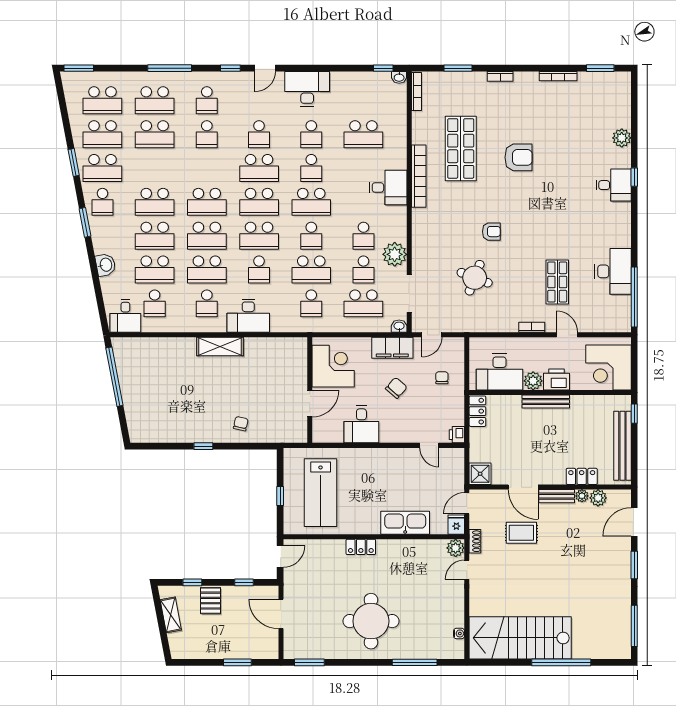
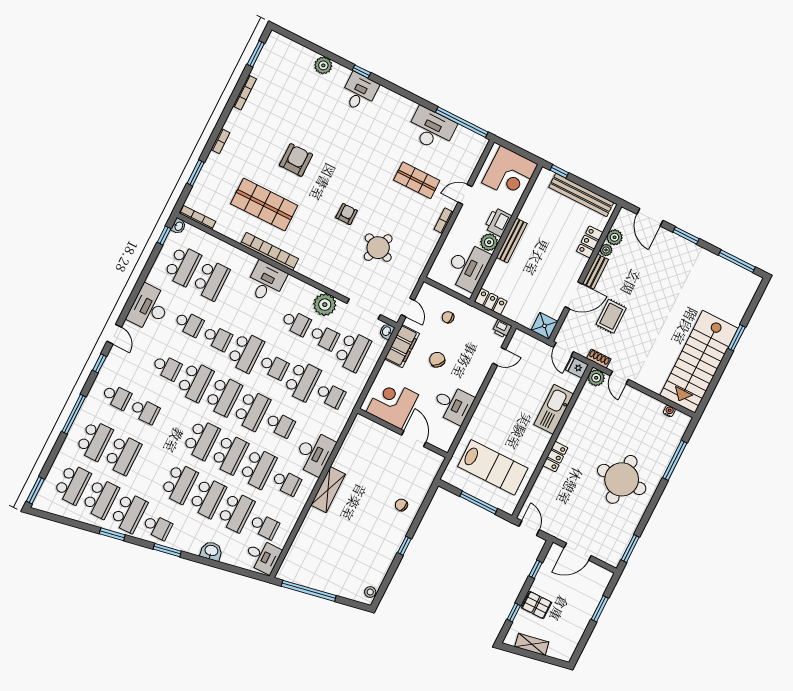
school desk: (363, 100) -> (183, 266), added
stool: (143, 436) -> (370, 592), added
window: (280, 496) -> (479, 503), width x2.17
window: (561, 662) -> (737, 338), width x0.47

